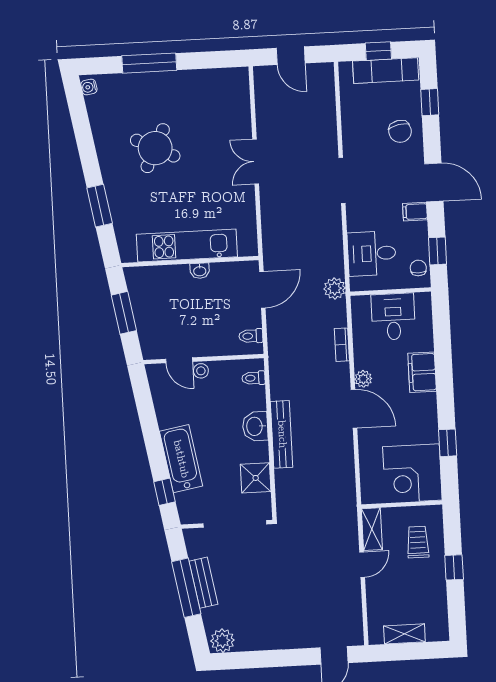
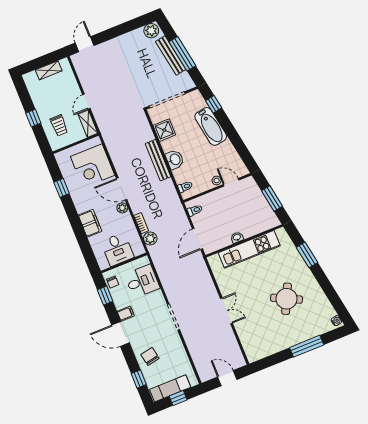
plant: (335, 288) -> (150, 239), moved
corner desk: (412, 473) -> (93, 166), moved, turned 180
bench: (203, 583) -> (171, 55), width x1.36

